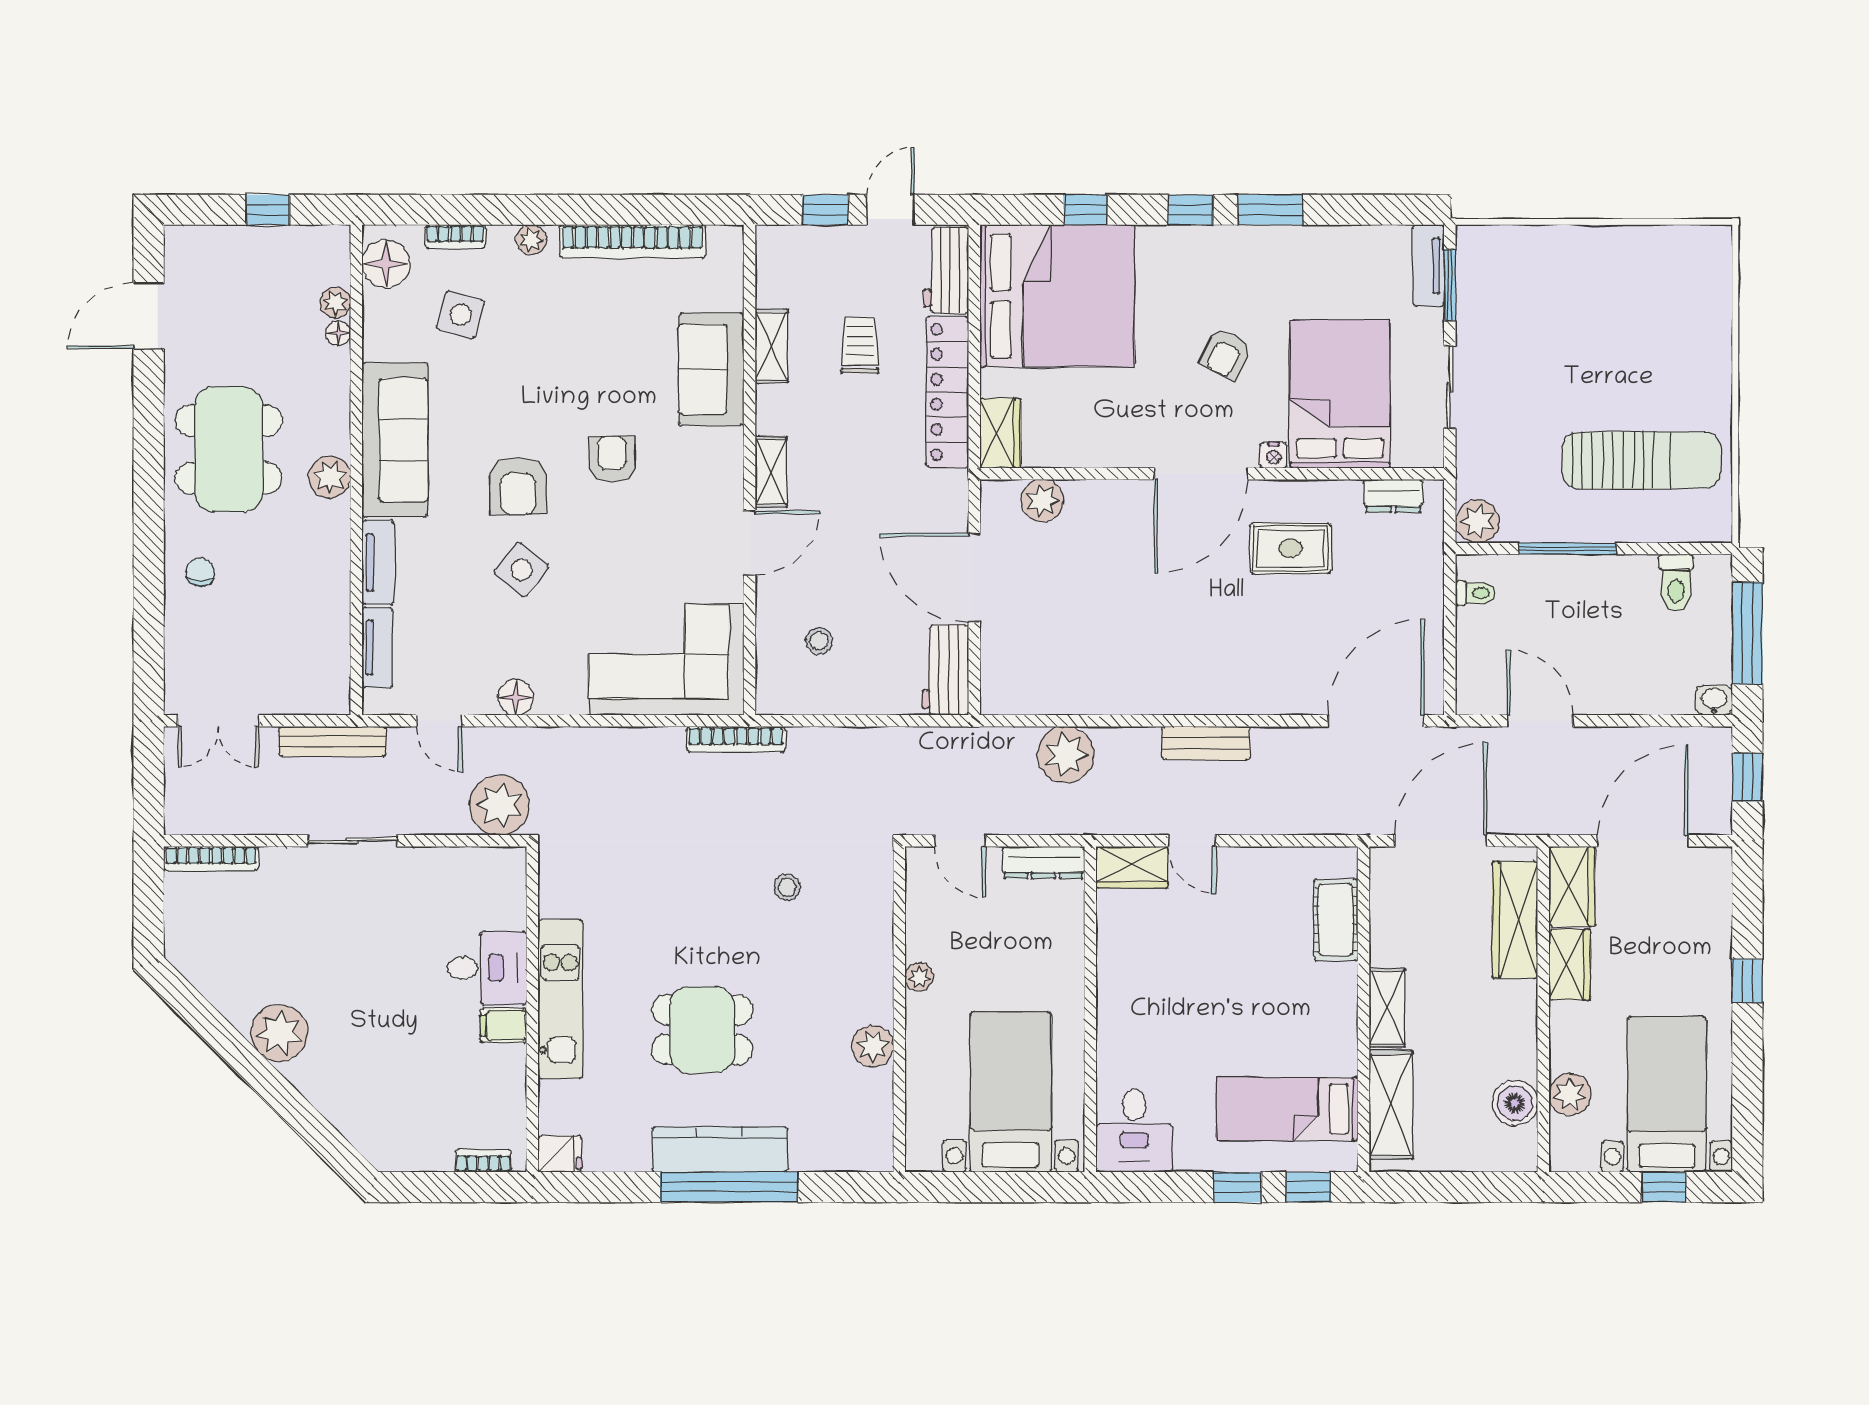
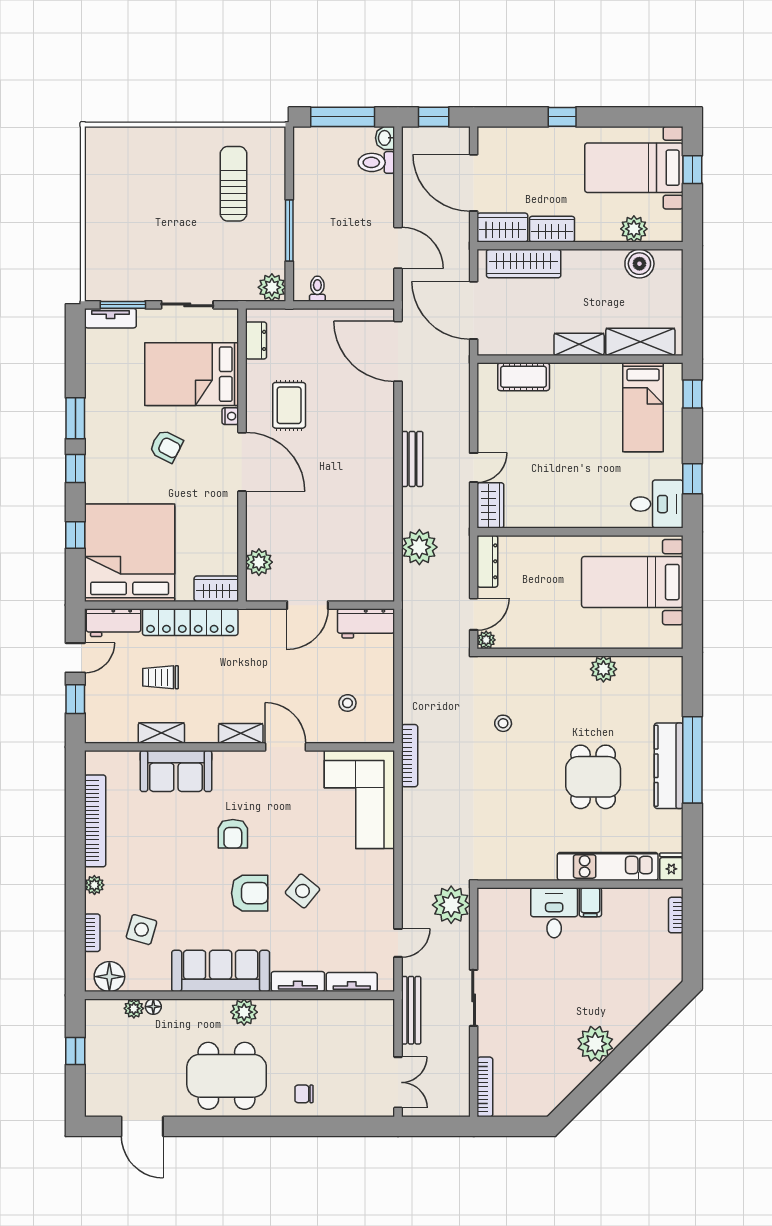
door: (891, 210) -> (75, 658), swing flipped
armchair: (612, 459) -> (233, 834), turned -90
sun lounger: (1641, 460) -> (233, 184), width x0.73, depth x0.75
door: (974, 577) -> (307, 605), width x0.73
toilet: (1676, 583) -> (376, 162), moved, turned 180
floor lamp: (516, 697) -> (383, 895), removed
door: (1540, 721) -> (398, 248), swing flipped
plant: (919, 977) -> (486, 640), moved
kitchen unit: (560, 999) -> (608, 866), moved
window: (1238, 1187) -> (692, 479), moved

